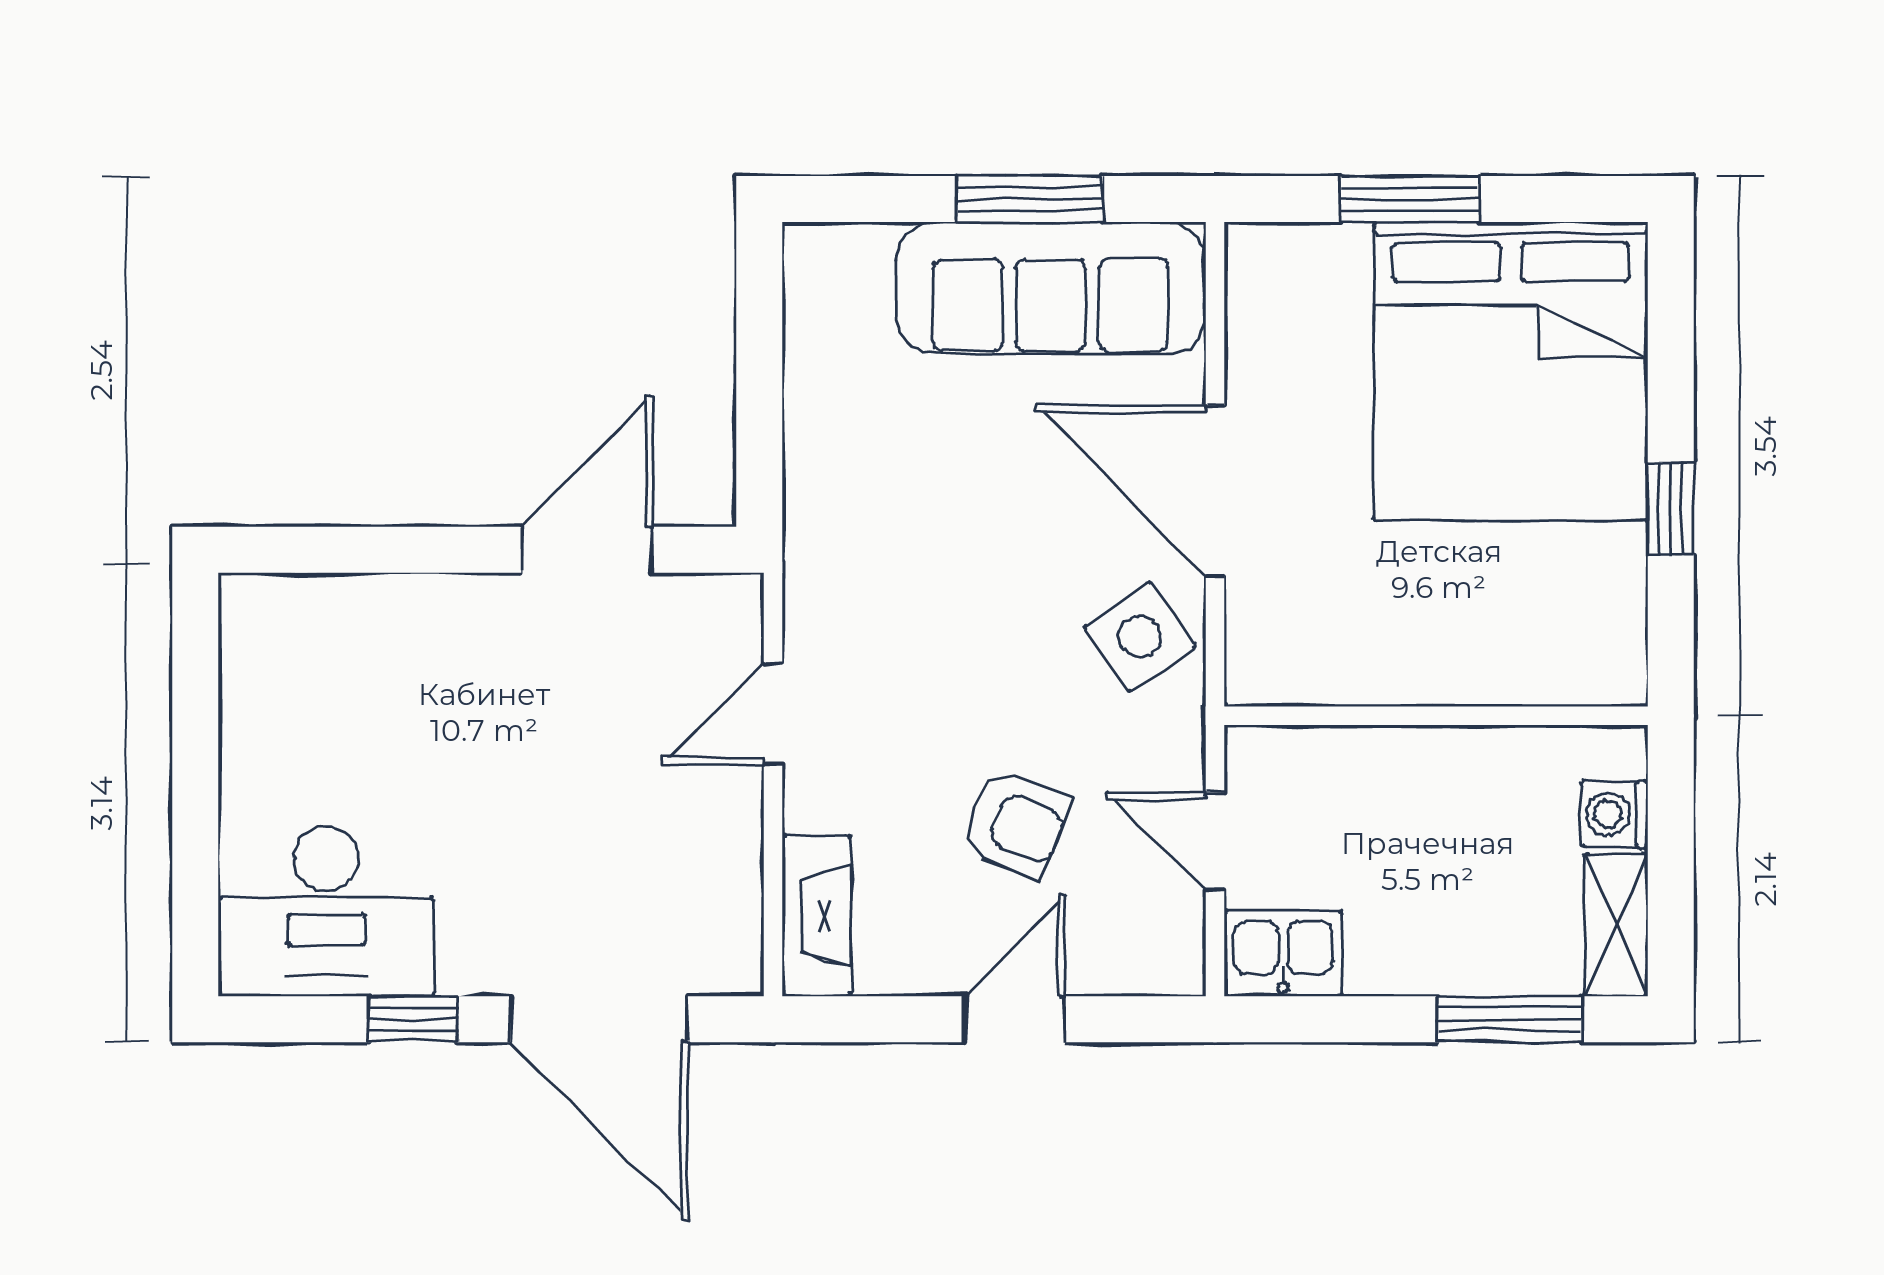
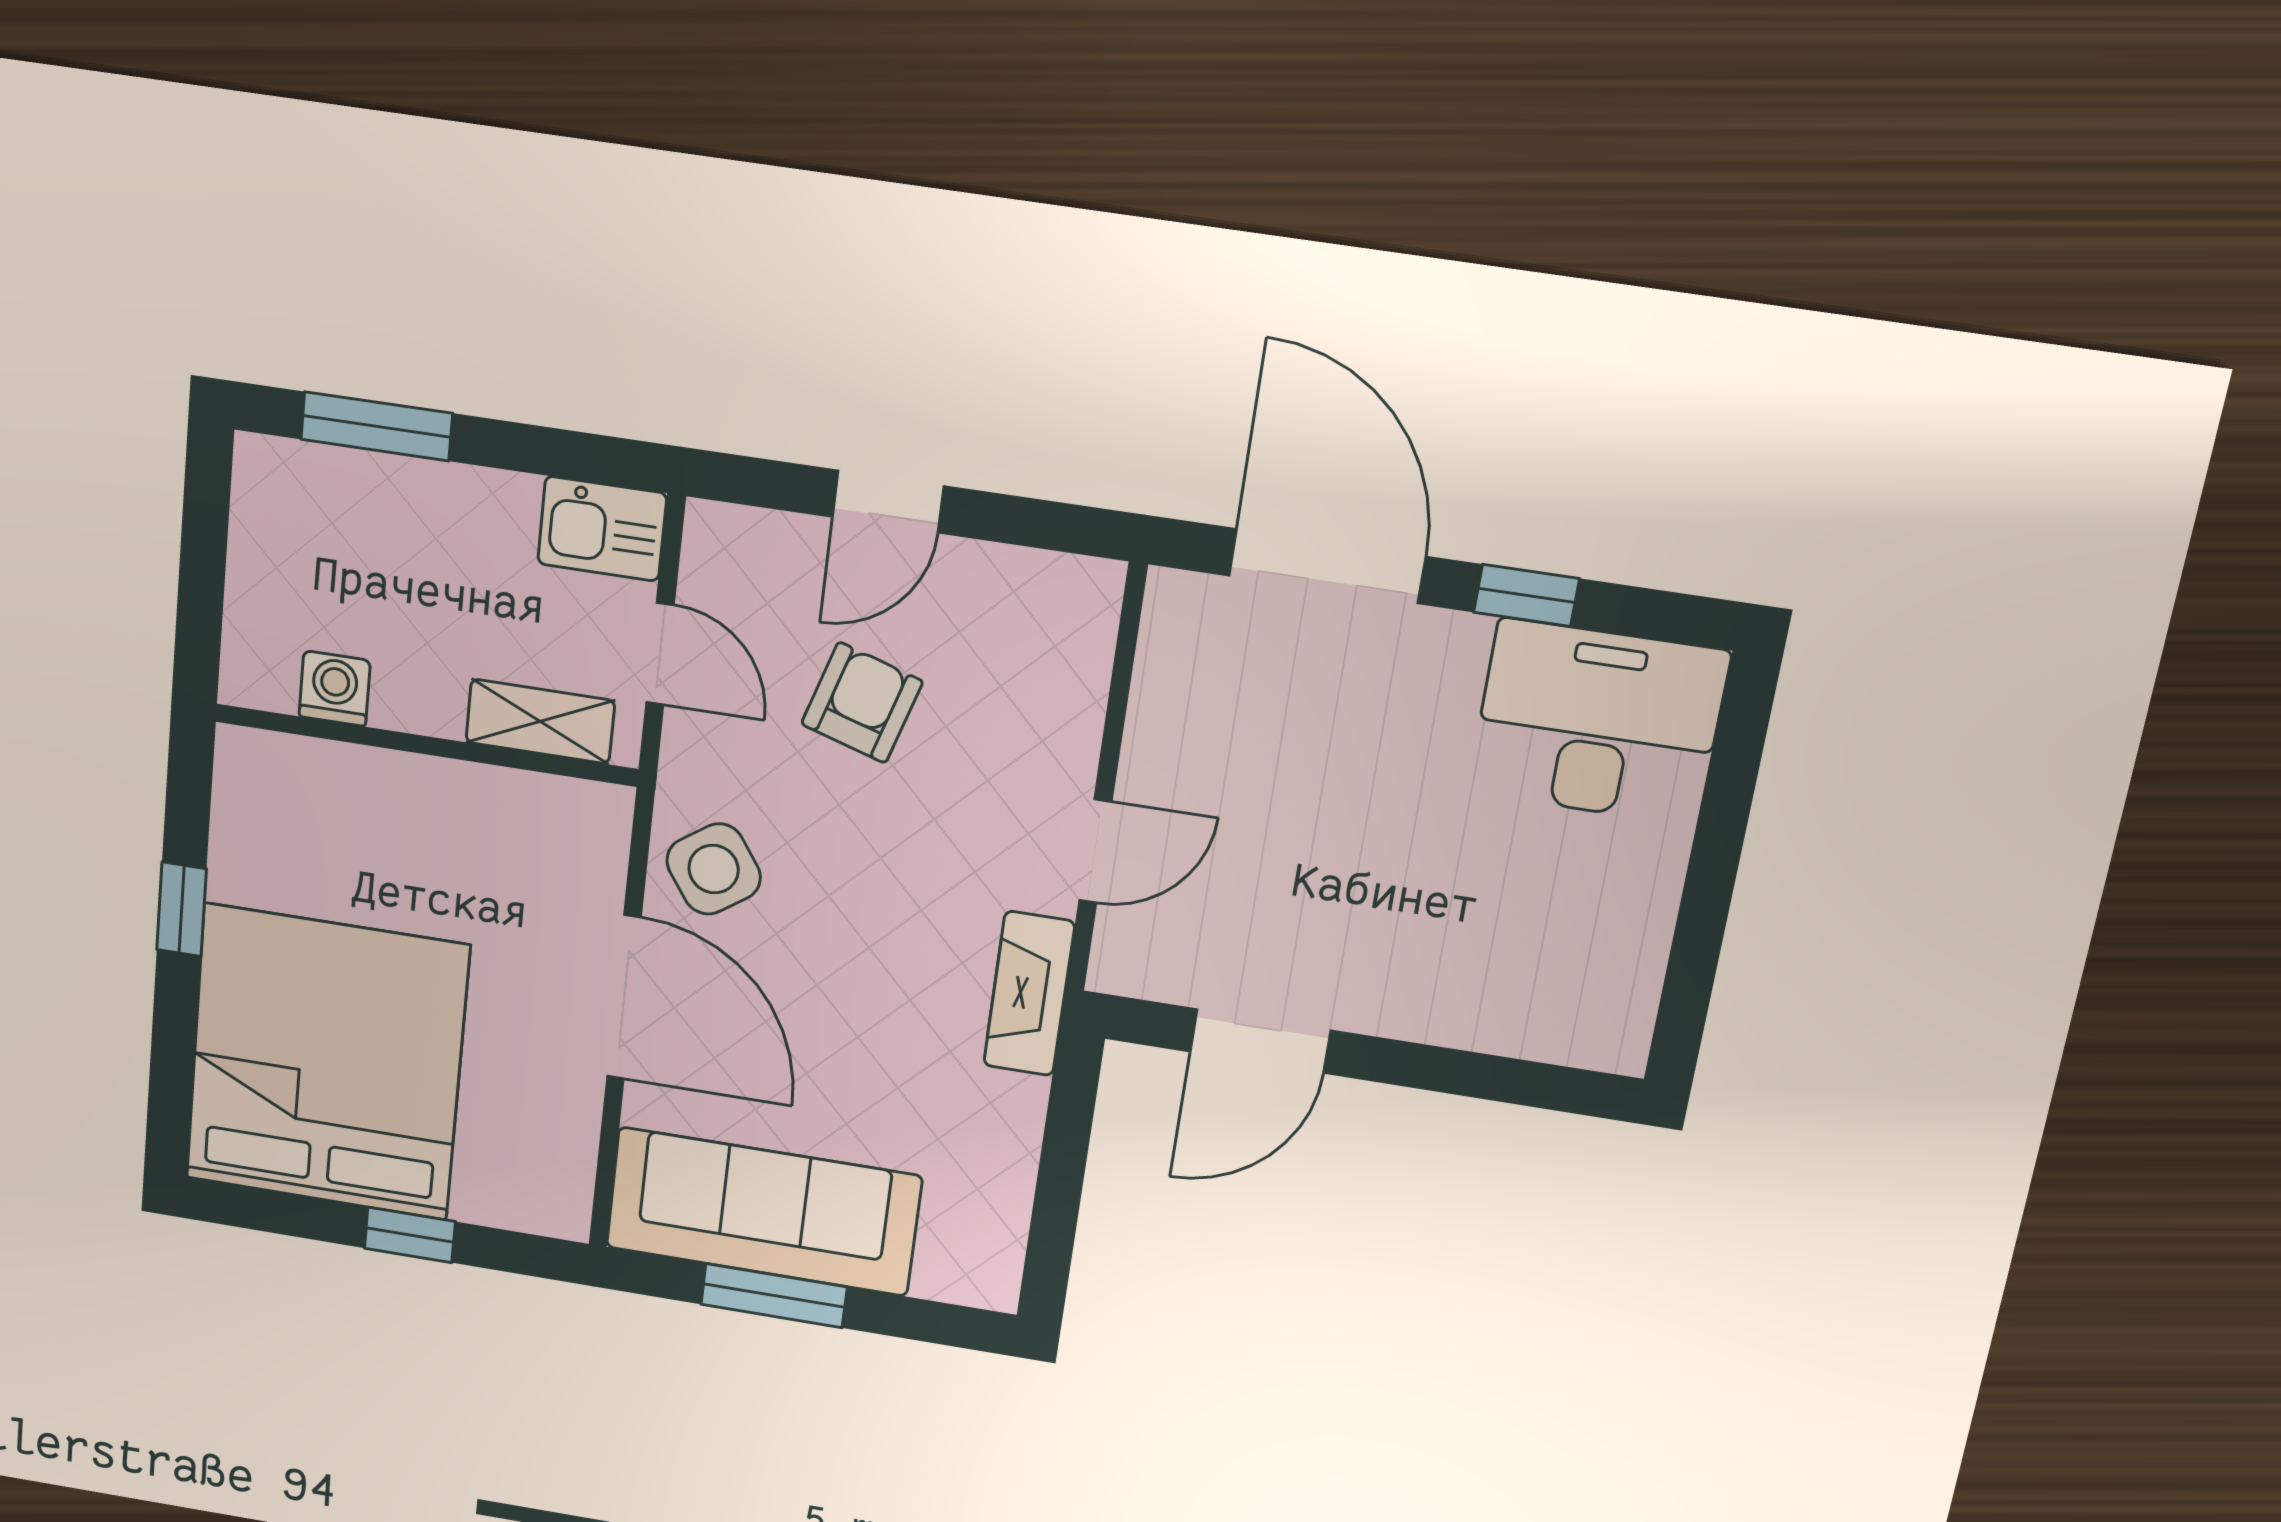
window: (1410, 199) -> (410, 1235), width x0.67
washing machine: (1615, 814) -> (335, 689), moved, turned -90
armchair: (1015, 824) -> (862, 703), turned 85
fireplace: (816, 916) -> (1029, 994), moved
shelving: (1616, 925) -> (540, 721), moved, turned 90

